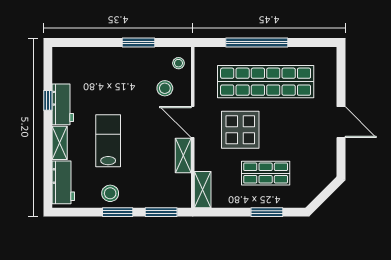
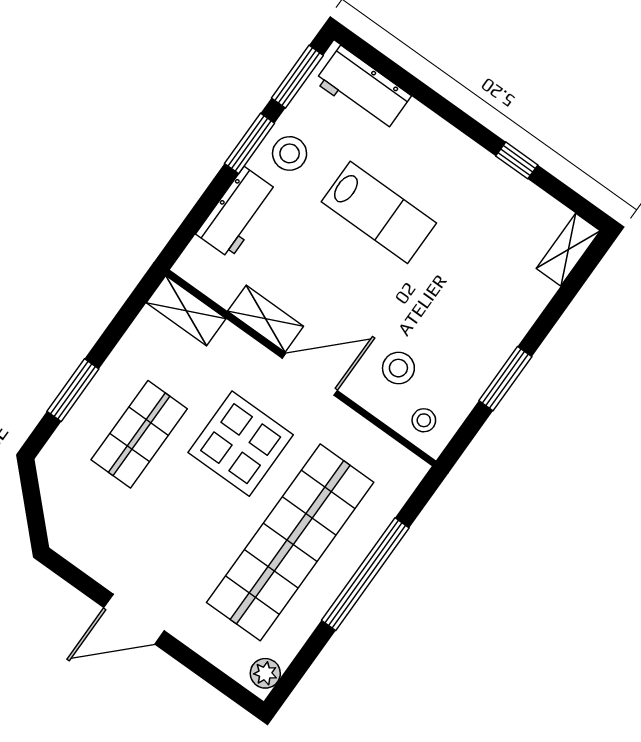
plant: (325, 54) -> (265, 673), added
workbench: (63, 104) -> (237, 213), moved, turned -90
shelving: (60, 143) -> (568, 250), moved, turned 90
window: (161, 212) -> (297, 77), moved

